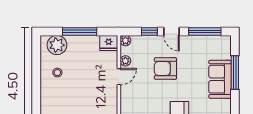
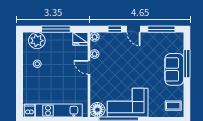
armchair: (165, 69) -> (128, 60), removed
door: (119, 77) -> (89, 67), swing flipped

